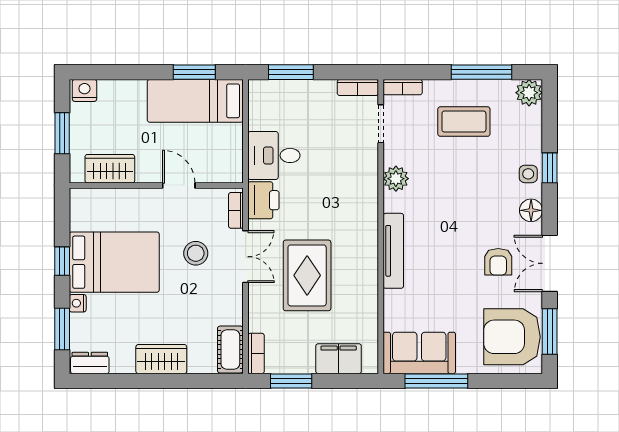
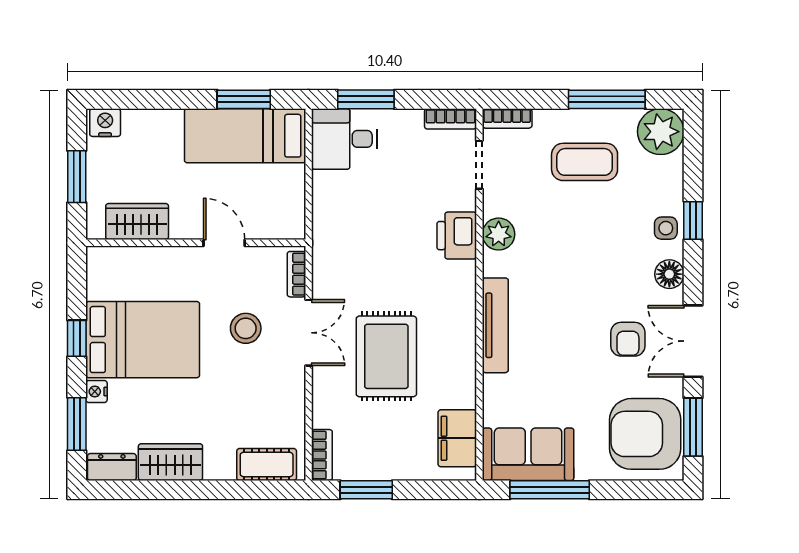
plant: (529, 93) -> (661, 132), width x1.36, depth x1.36
desk: (274, 155) -> (344, 139), moved
printer: (263, 200) -> (457, 236), moved, turned 180
cot: (230, 349) -> (267, 464), moved, turned 90
wardrobe: (161, 359) -> (170, 462), moved
filing cabinet: (339, 359) -> (457, 438), moved, turned -90

